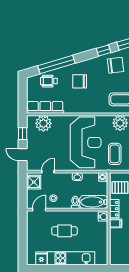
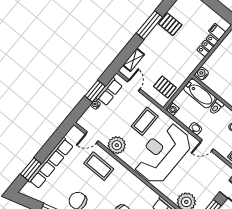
door: (48, 172) -> (207, 145), moved
locker: (114, 209) -> (208, 46), moved
filing cabinet: (116, 223) -> (217, 32), moved

